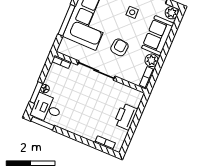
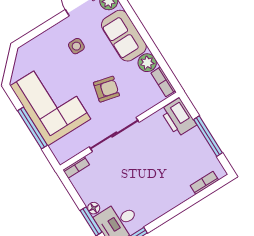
armchair: (119, 47) -> (106, 89), turned 98
printer: (126, 117) -> (178, 117), moved
window: (134, 126) -> (208, 136), added

